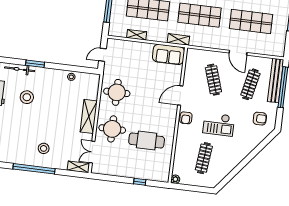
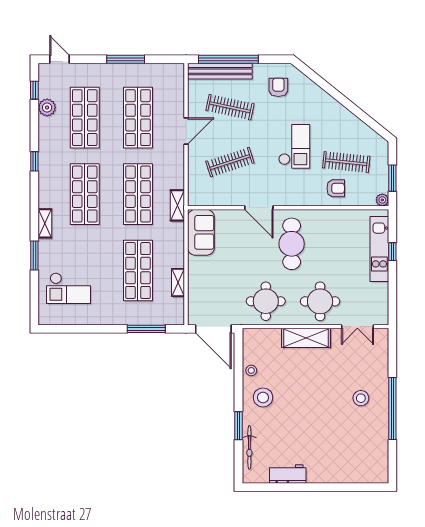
shelving: (178, 39) -> (177, 205), moved
door: (102, 55) -> (213, 329), width x1.87
stool: (27, 97) -> (263, 397), moved
armchair: (186, 118) -> (336, 188), moved
cafe table: (147, 140) -> (292, 244), moved
shelving: (78, 167) -> (382, 344), removed
kitchen unit: (143, 173) -> (379, 249), added
window: (189, 188) -> (392, 178), added

